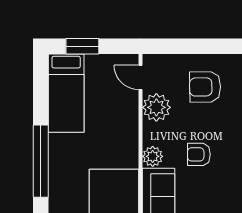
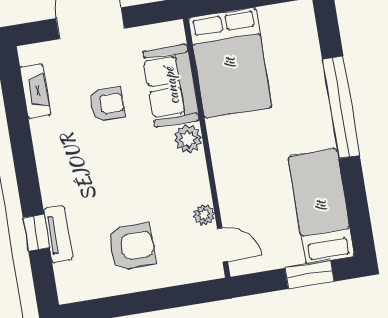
plant: (156, 107) -> (204, 215), width x0.53, depth x0.53
armchair: (199, 154) -> (107, 104), moved

